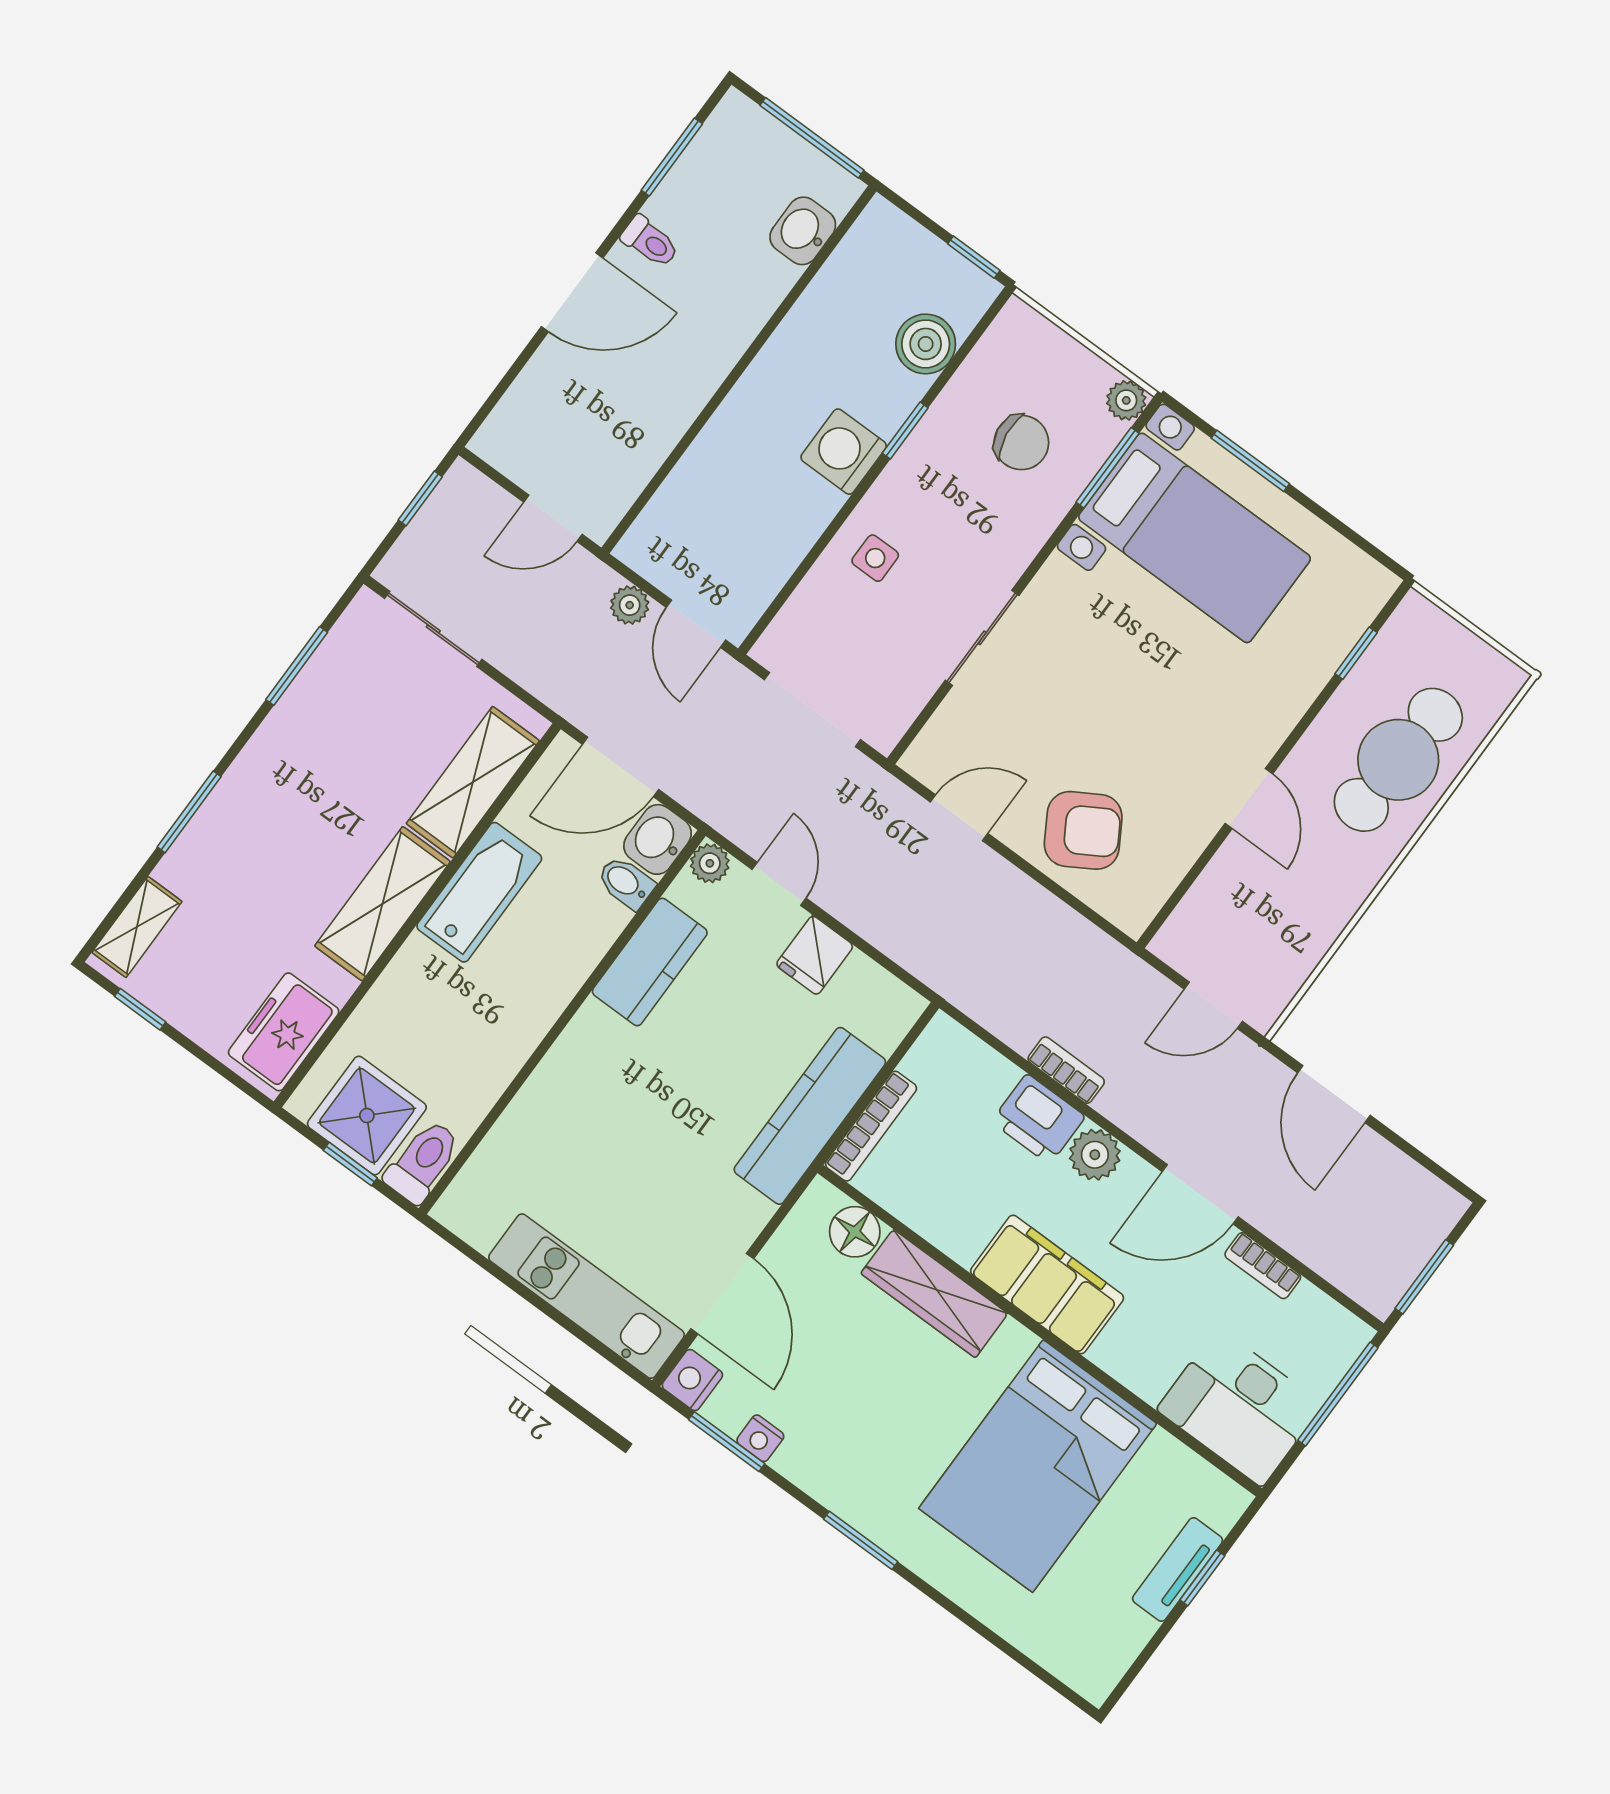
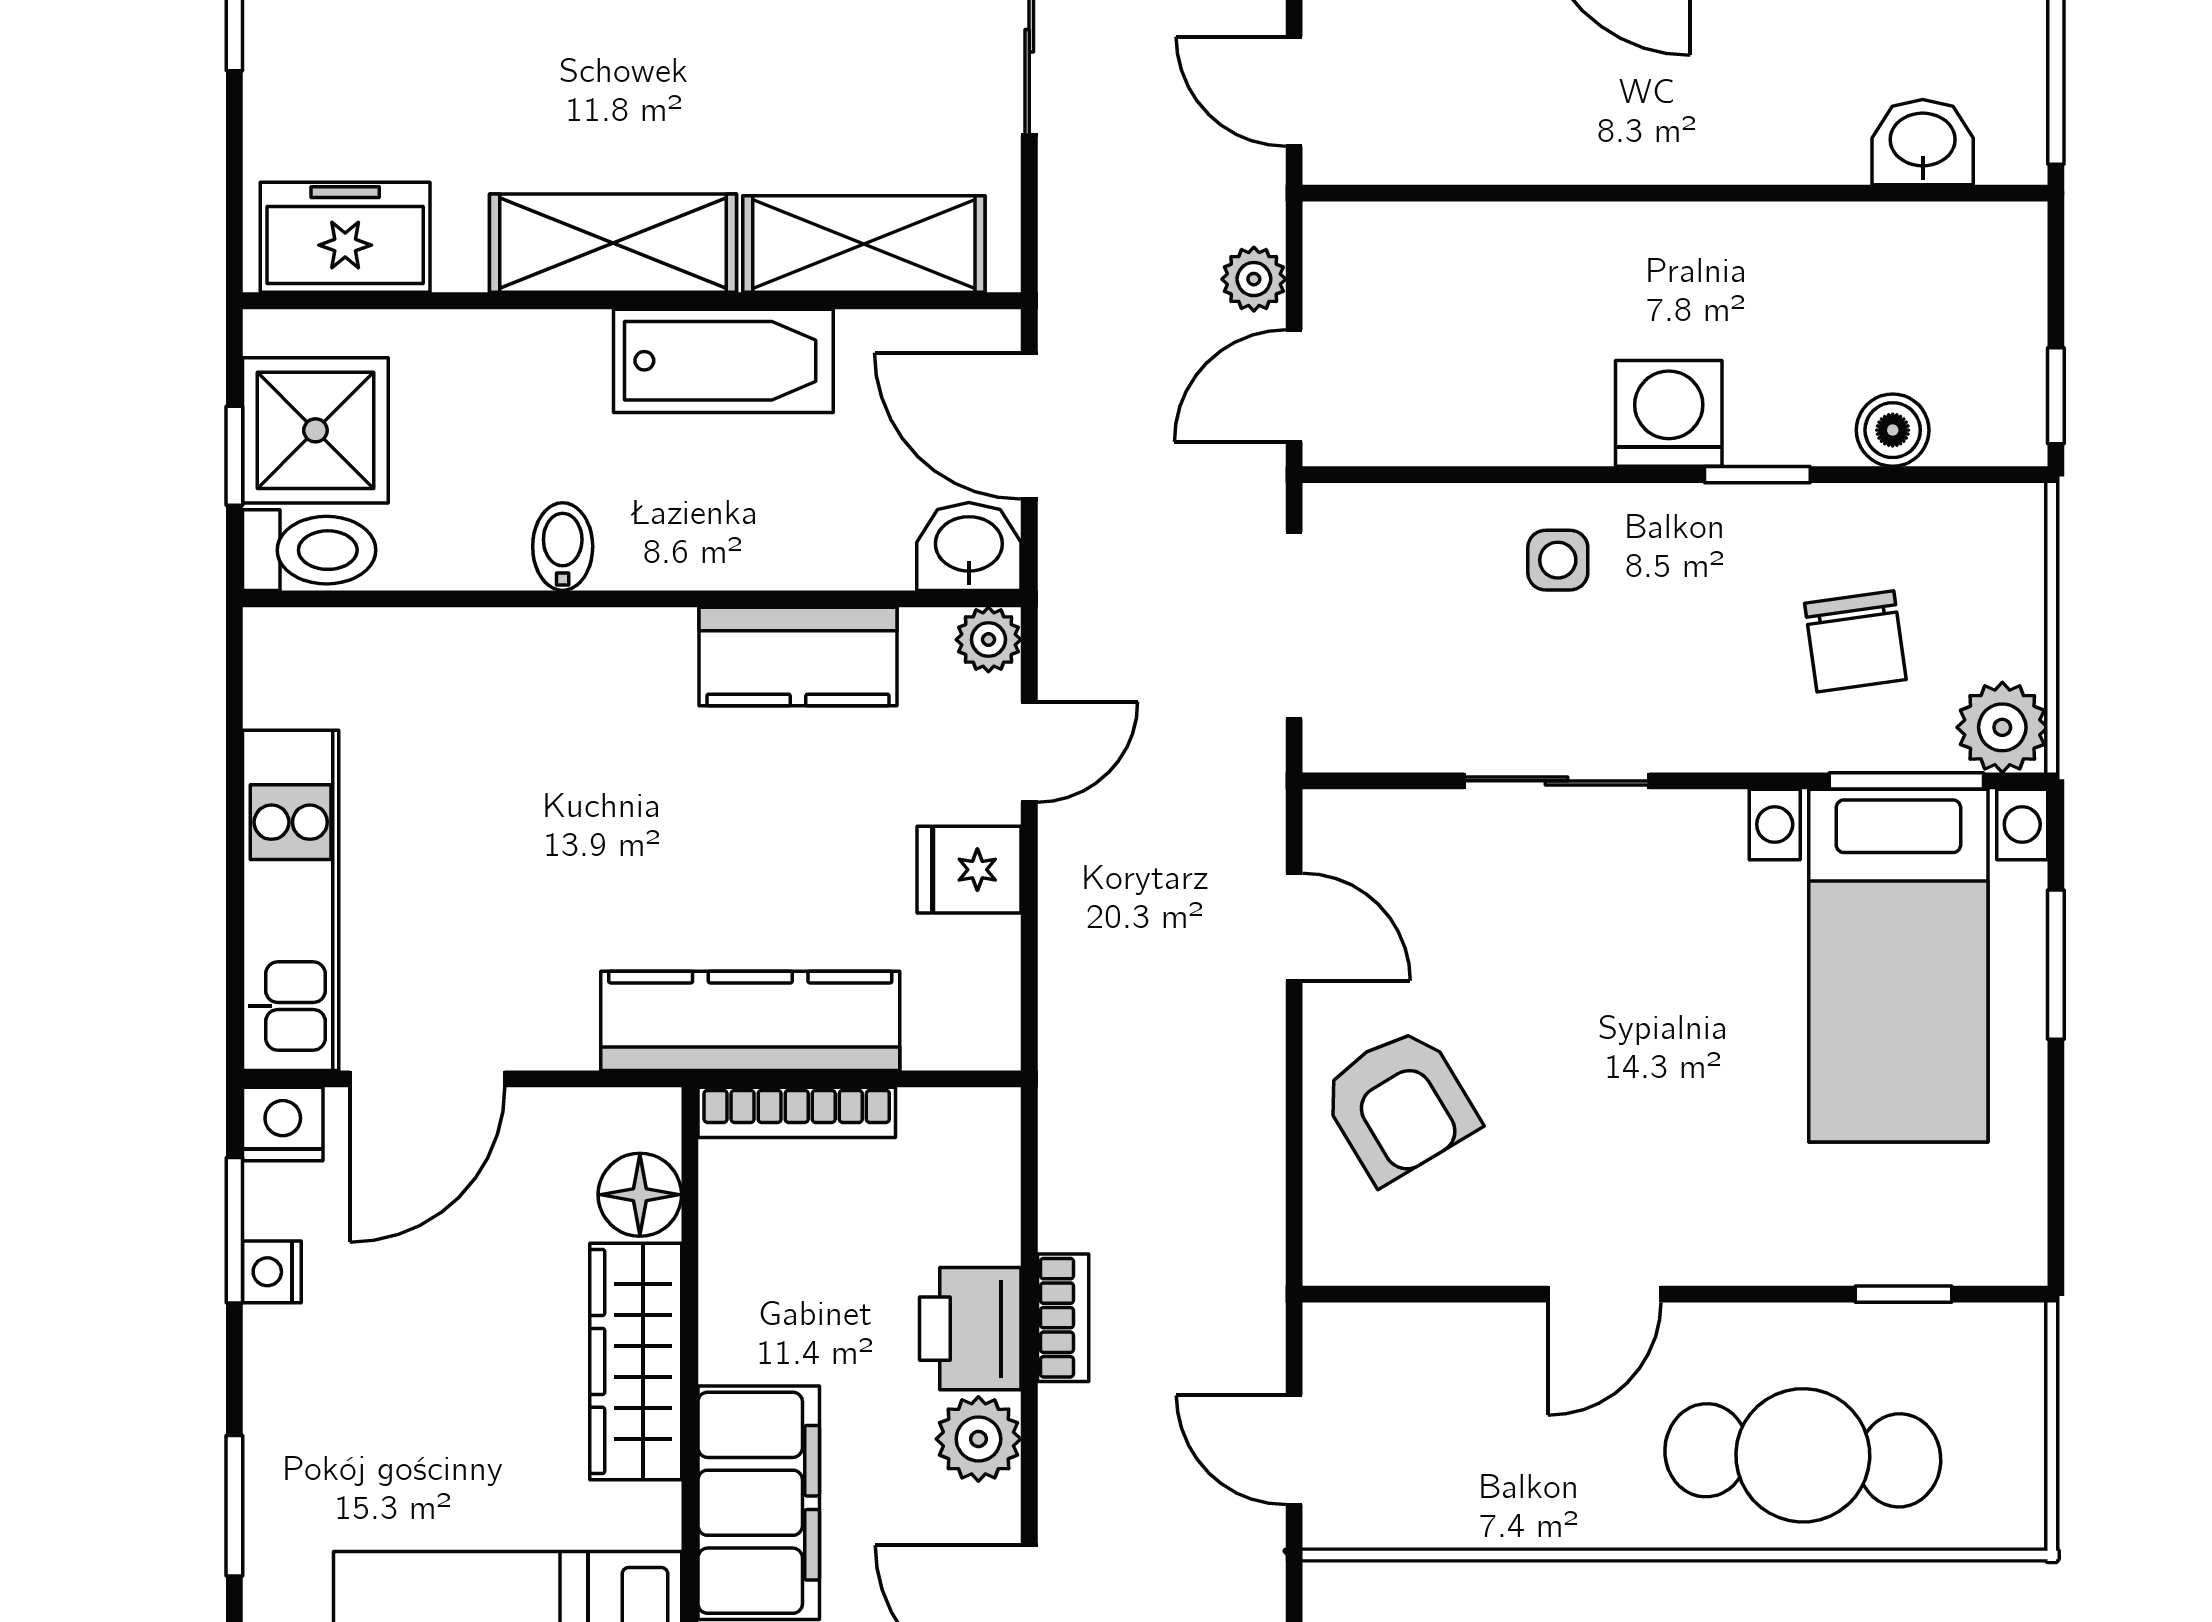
boiler: (926, 344) -> (1893, 430), width x0.73, depth x0.73
plant: (1126, 400) -> (2002, 727), width x1.38, depth x1.38
bidet: (626, 883) -> (563, 547), moved

